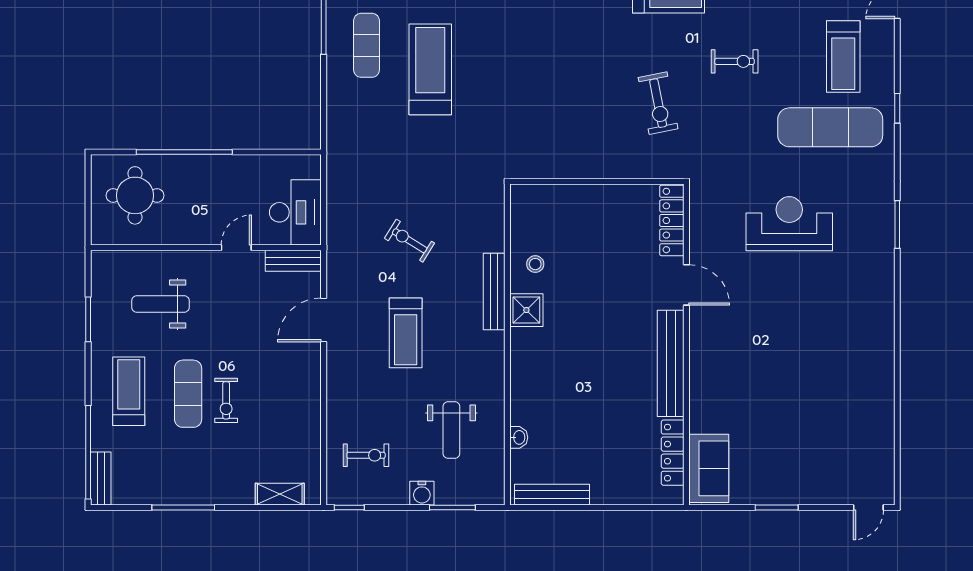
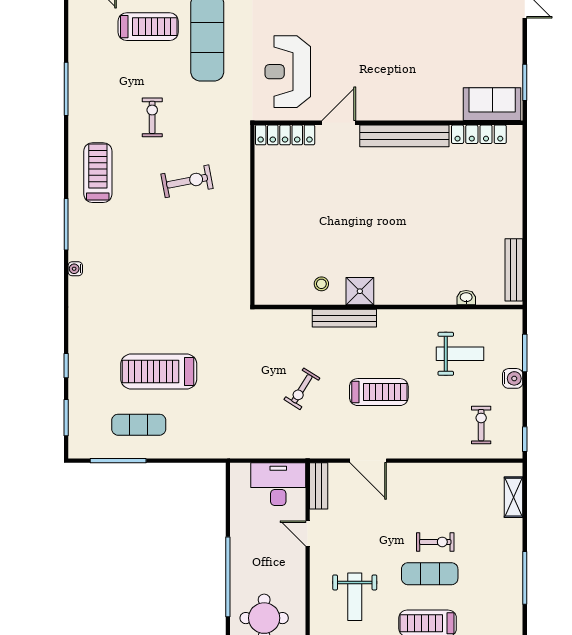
locker: (672, 220) -> (285, 135), moved
door: (686, 285) -> (339, 123), moved
wall: (686, 344) -> (389, 123), moved
bench: (671, 363) -> (404, 136), moved
locker: (673, 453) -> (479, 134), moved
sofa: (709, 468) -> (492, 104), moved

